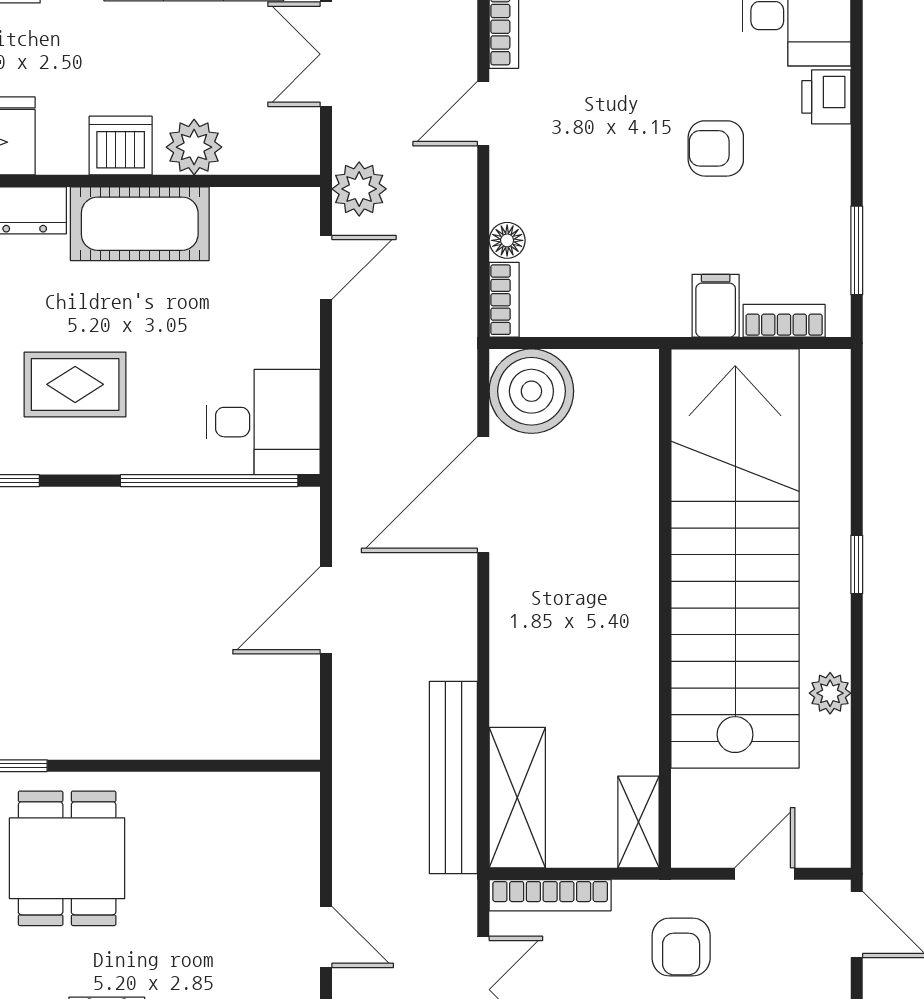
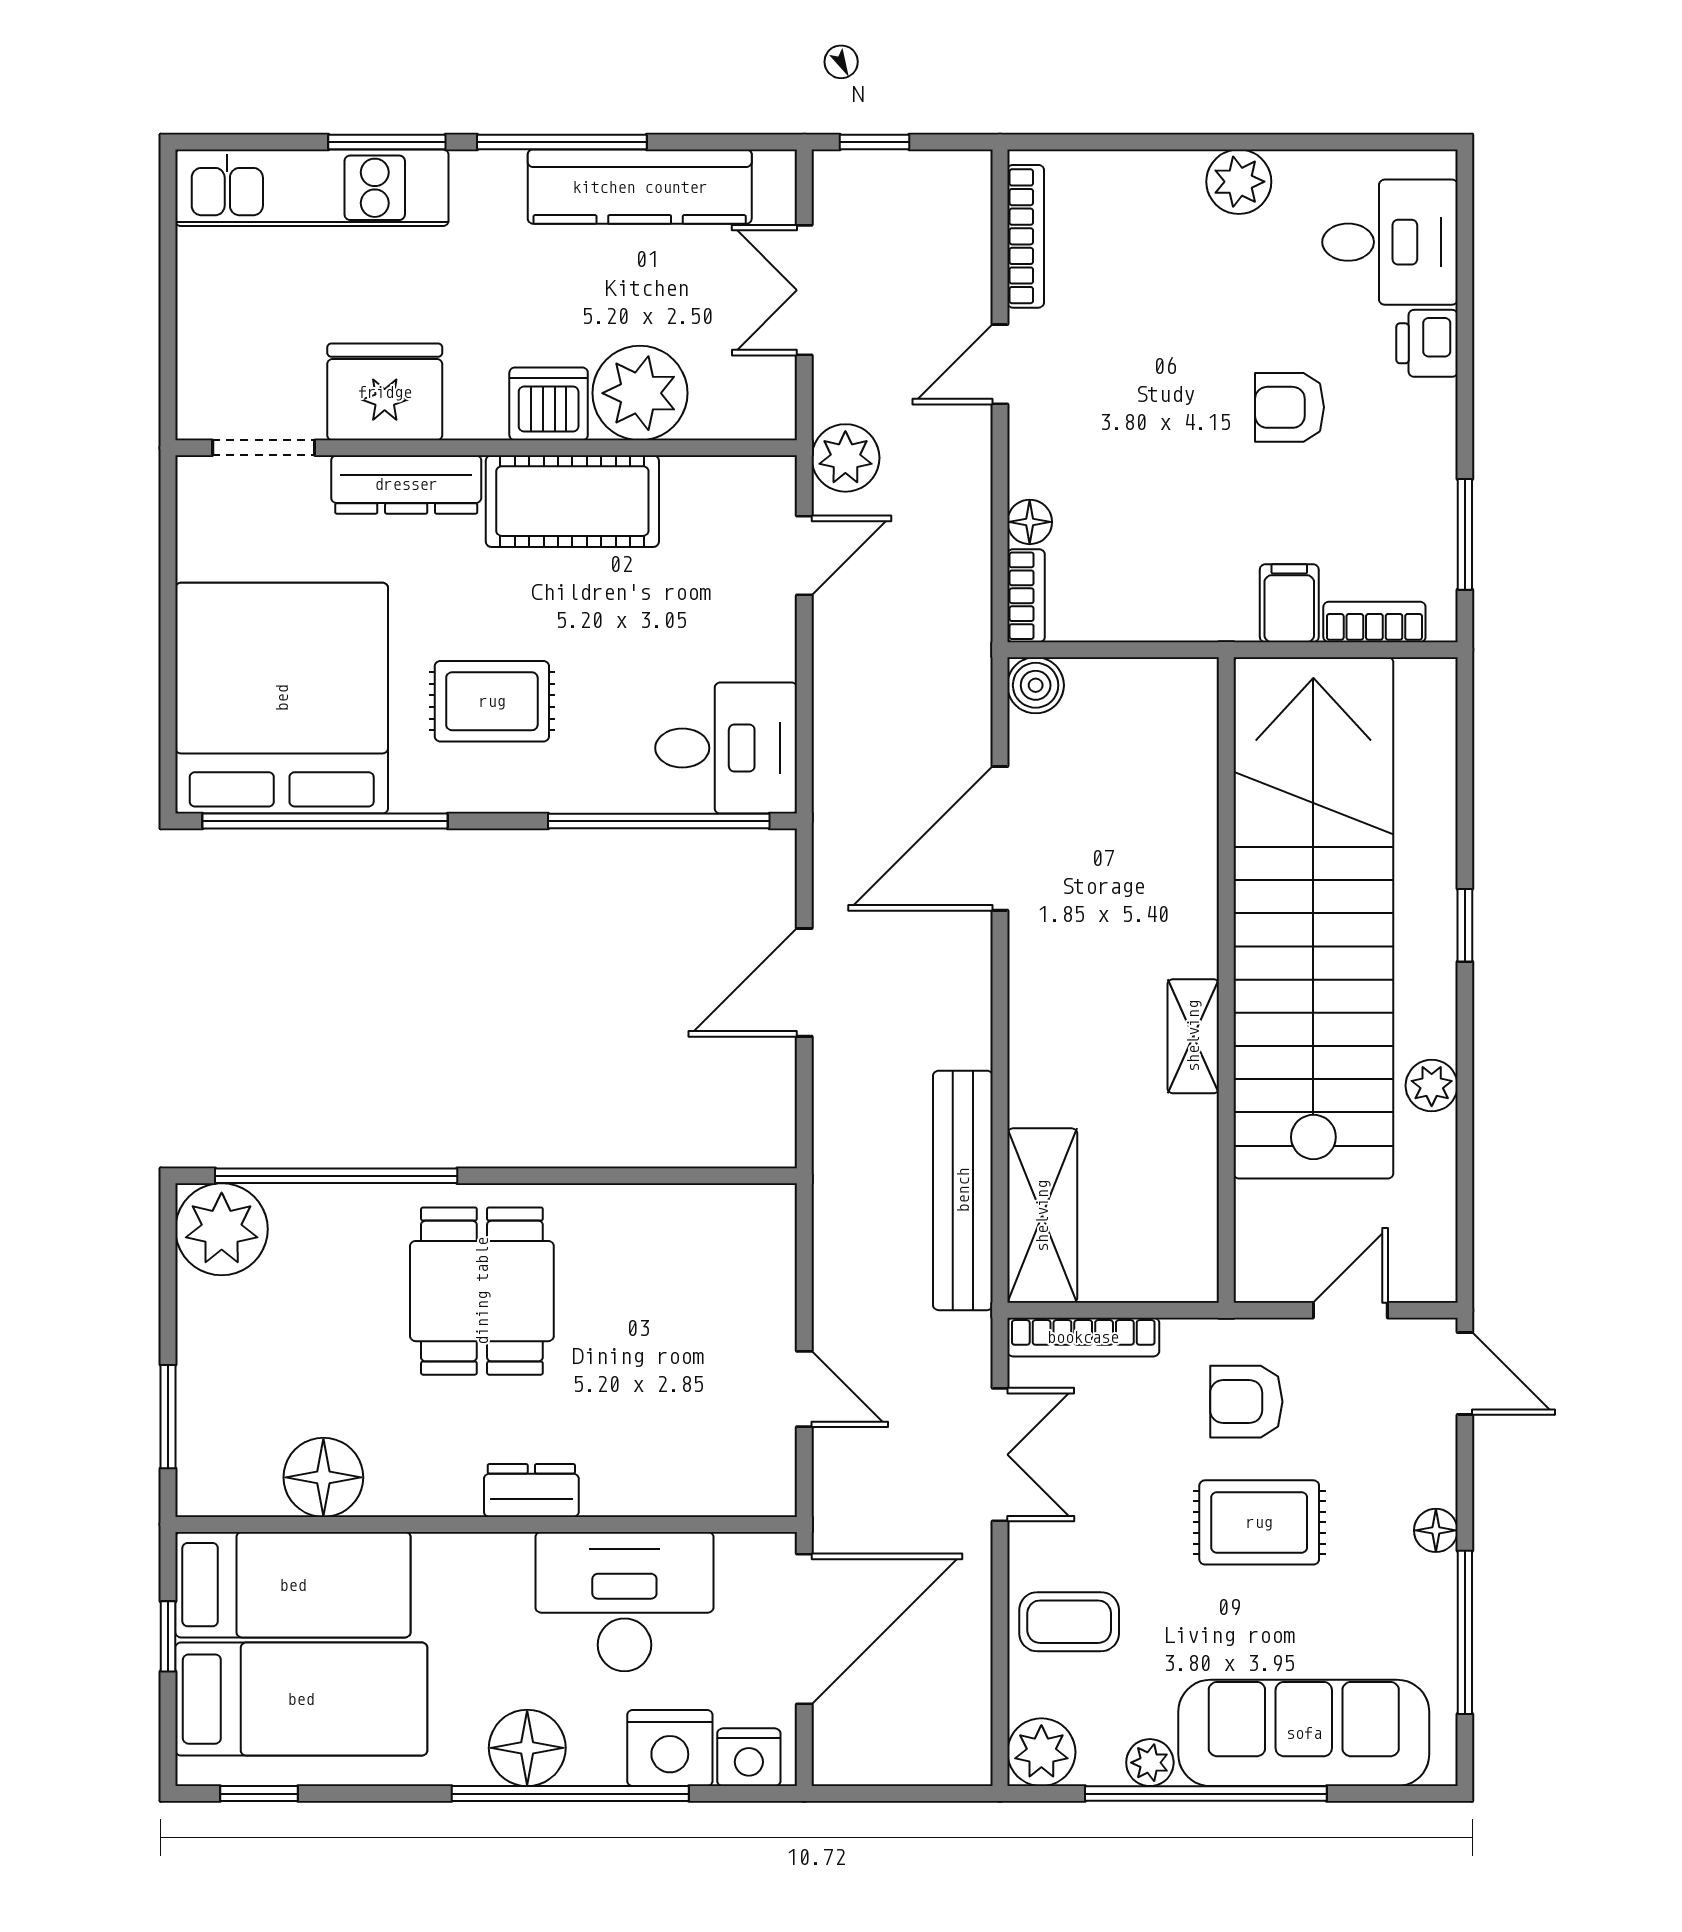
plant: (194, 147) -> (640, 393), width x1.36, depth x1.36
boiler: (531, 391) -> (1036, 685), width x0.54, depth x0.54
shelving: (639, 822) -> (1193, 1036), moved
armchair: (681, 947) -> (1246, 1402), turned 90

